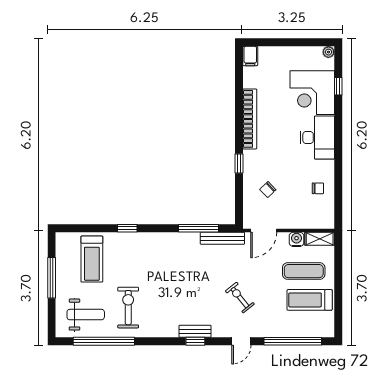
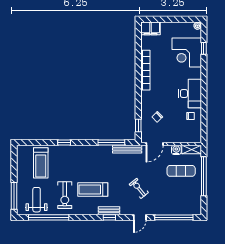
filing cabinet: (250, 56) -> (150, 28), width x2.00
desk: (317, 138) -> (190, 93), moved
window: (239, 164) -> (138, 126), moved
window: (52, 278) -> (14, 196), moved
window: (338, 279) -> (204, 176), added
treadmill: (310, 300) -> (93, 190), moved
exercise bike: (128, 308) -> (65, 195), turned 180
weight bench: (86, 315) -> (37, 200), turned -90

